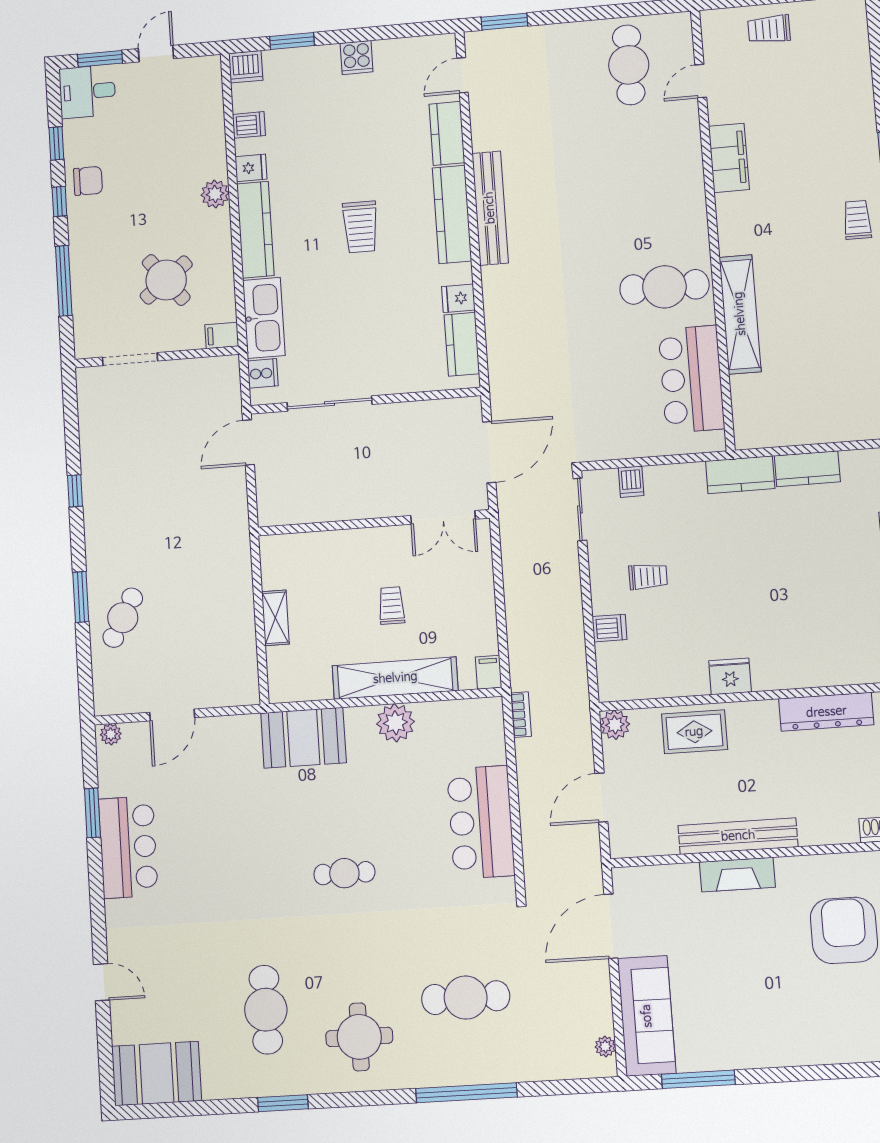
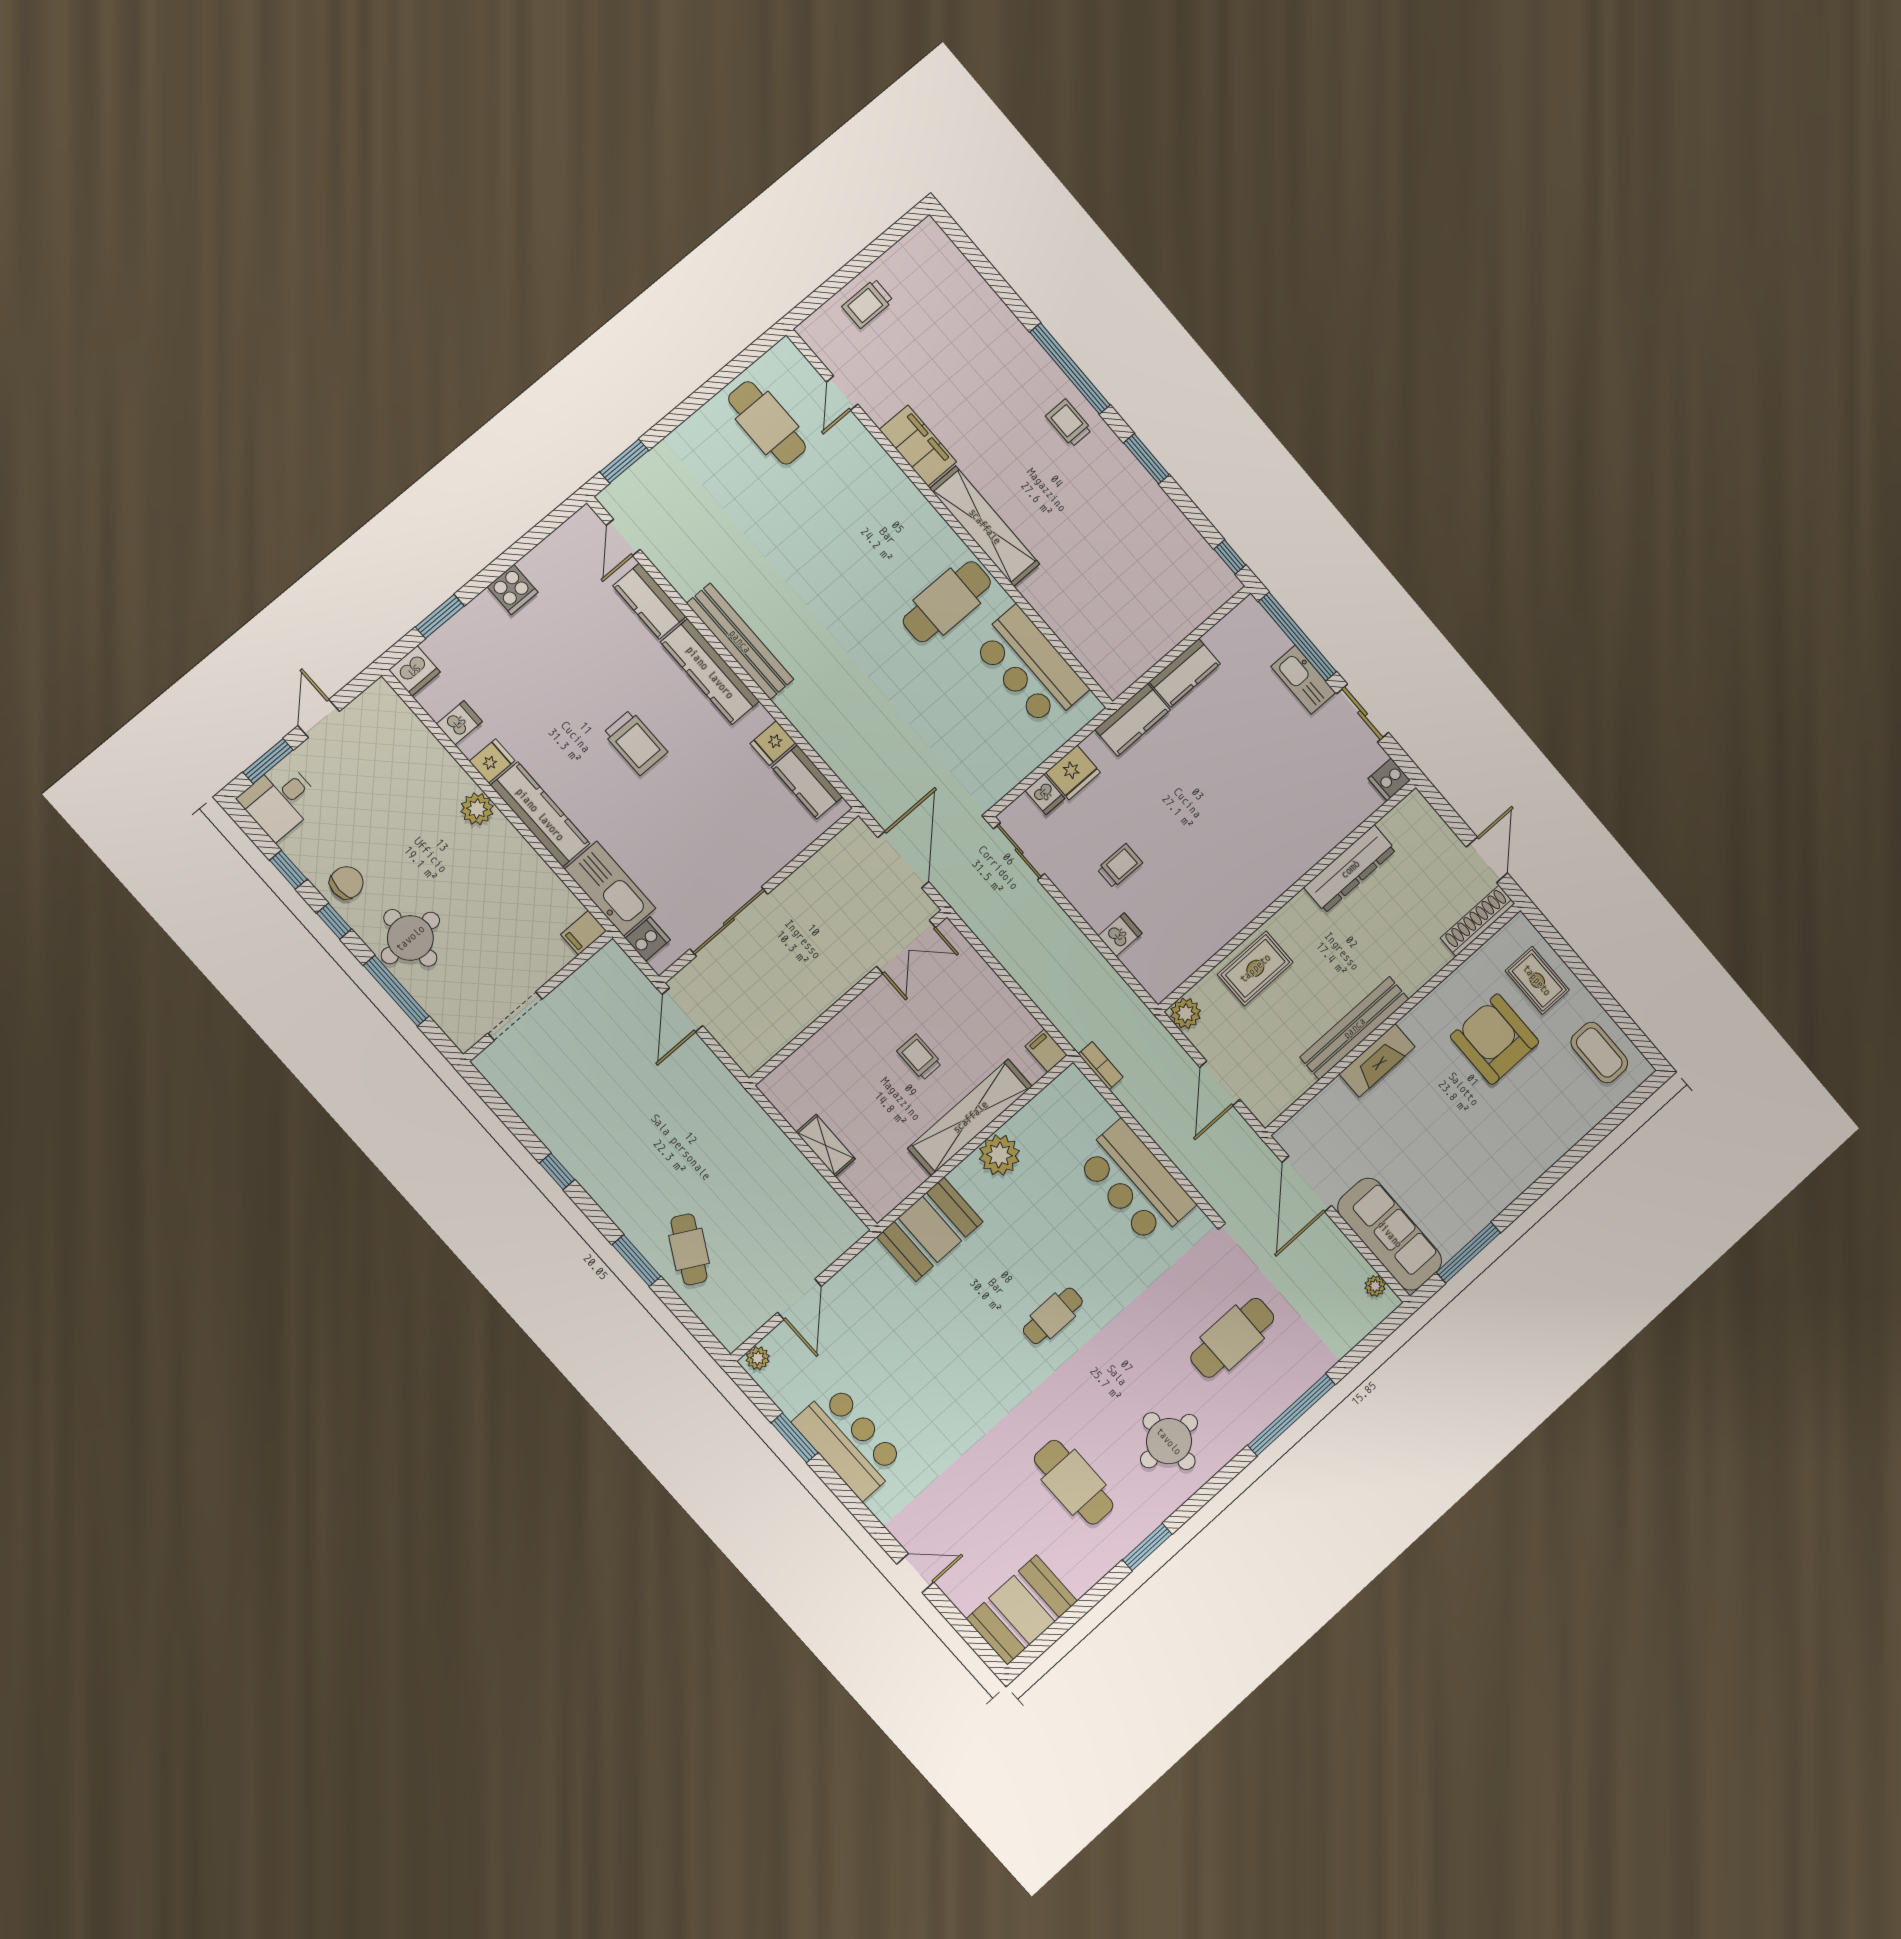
round table: (166, 280) -> (410, 938), moved, turned 38
shelving: (740, 314) -> (985, 526), moved
fridge: (730, 676) -> (1073, 772), moved, turned 180

